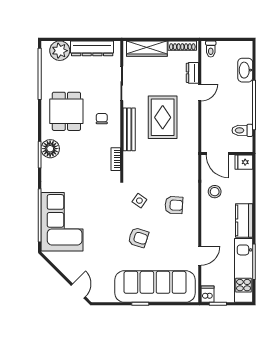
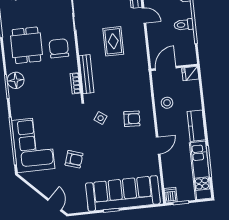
door: (200, 93) -> (144, 16), hinge flipped
rug: (163, 117) -> (113, 41), width x0.73, depth x0.70
chair: (102, 119) -> (59, 48), width x1.87, depth x1.87
bench: (129, 129) -> (86, 74), moved
toilet: (242, 130) -> (184, 25), moved
door: (217, 153) -> (166, 68), swing flipped
armchair: (138, 238) -> (74, 159), moved
door: (200, 256) -> (158, 145), moved

